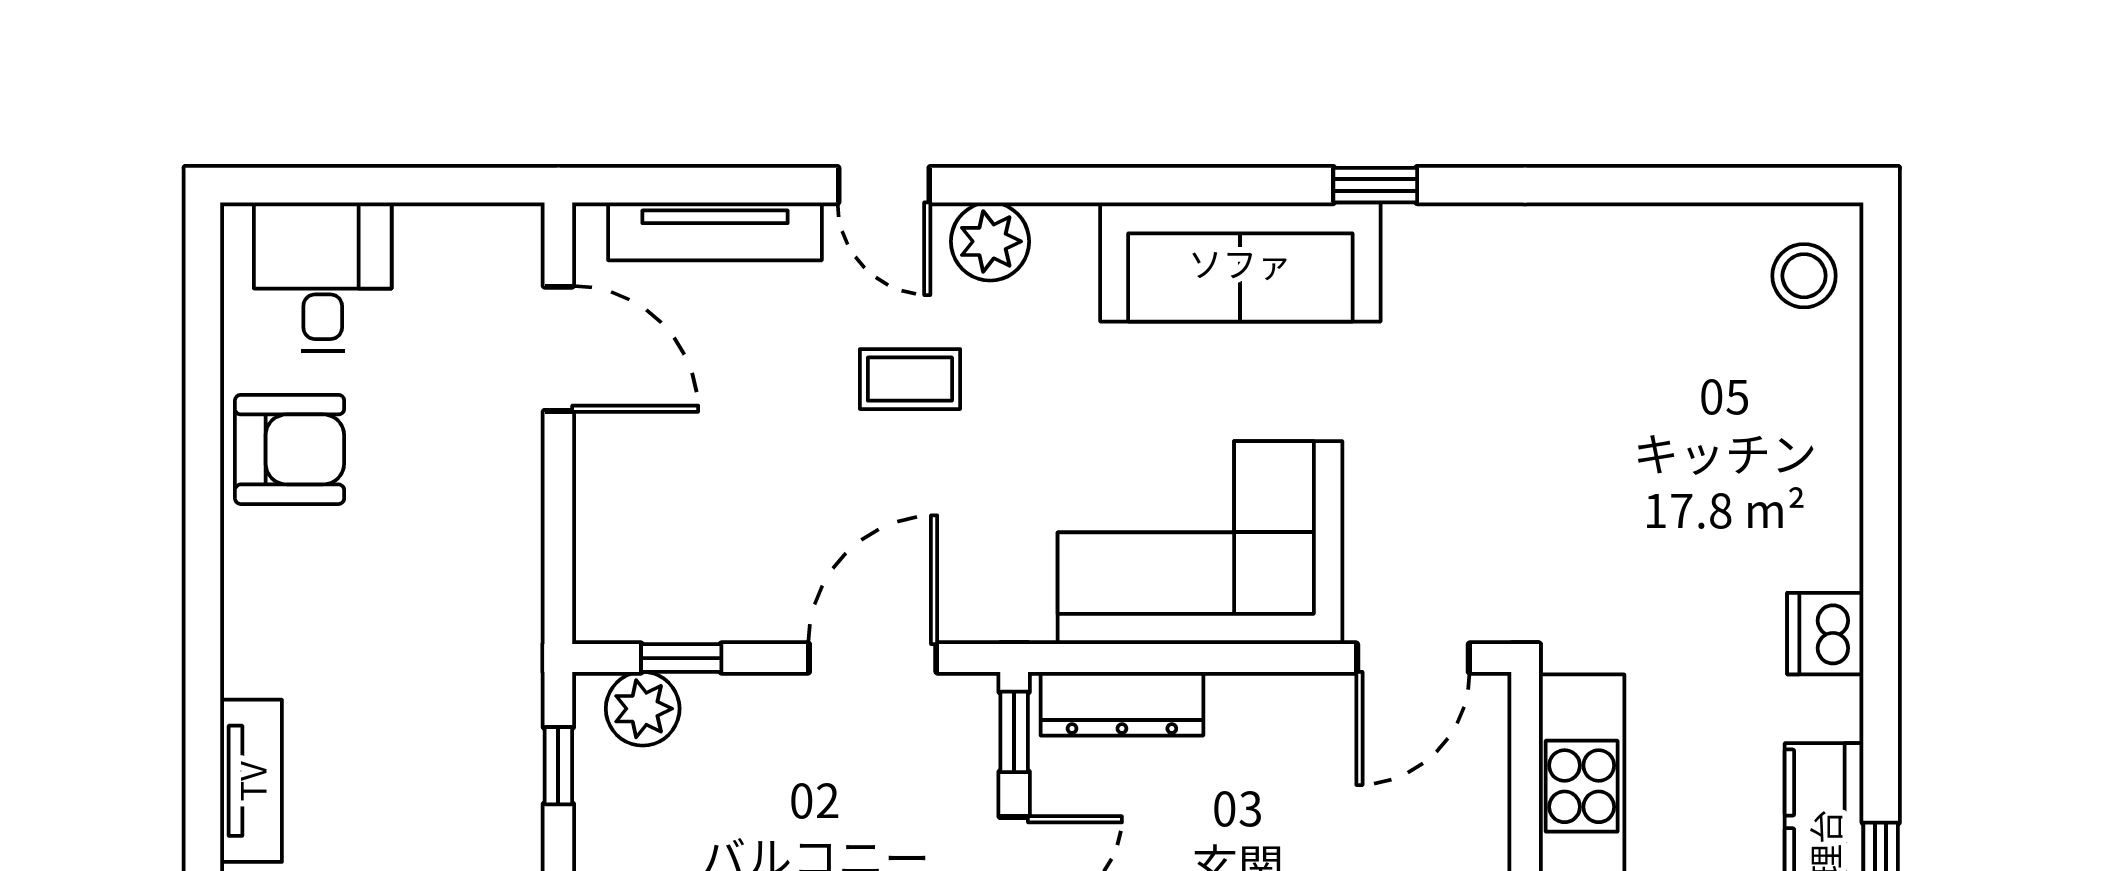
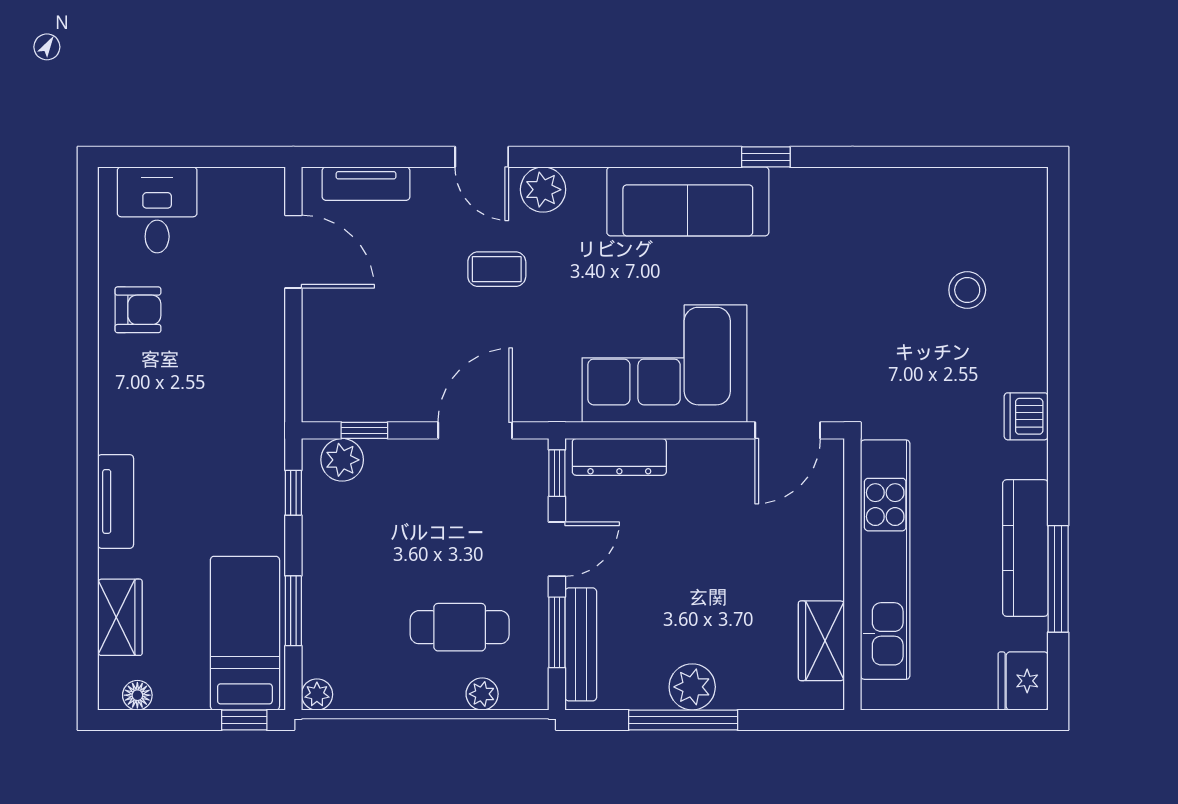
tv unit: (715, 231) -> (366, 184), width x0.71
stool: (1804, 276) -> (967, 290), moved
armchair: (290, 449) -> (138, 310), width x0.72, depth x0.72

